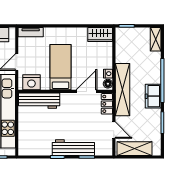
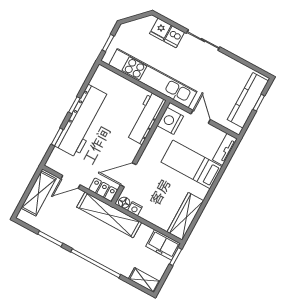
wardrobe: (100, 34) -> (185, 216), width x1.50
bed: (60, 67) -> (192, 164), moved, turned 180
door: (86, 91) -> (128, 175), swing flipped
freezer: (153, 96) -> (163, 245), moved, turned 180
workbench: (73, 148) -> (82, 121), width x1.36, depth x1.32

